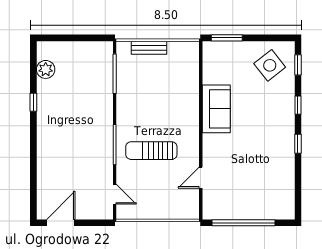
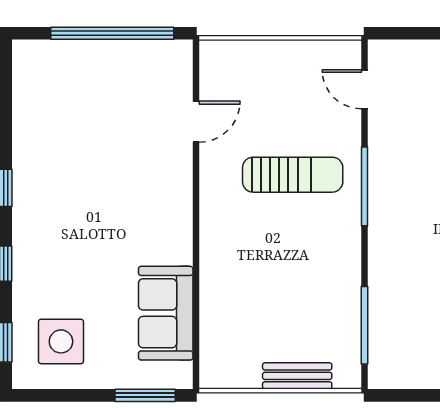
side table: (270, 65) -> (61, 341), turned 38
sofa: (216, 109) -> (166, 313), moved

